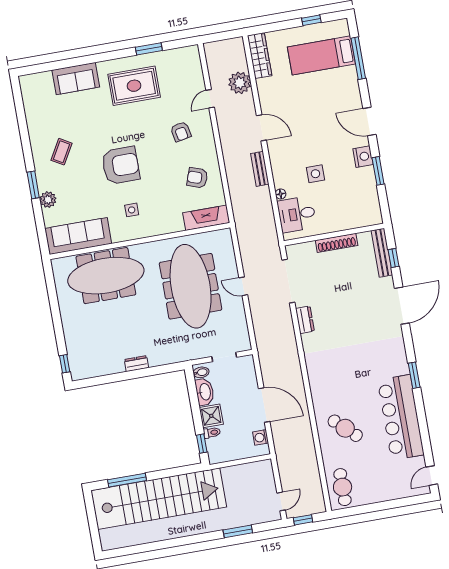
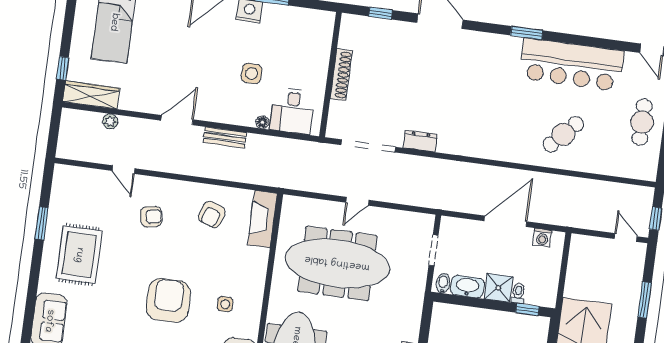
window: (311, 20) -> (62, 68), moved
plant: (240, 83) -> (110, 121), width x0.53, depth x0.53
bench: (382, 253) -> (370, 25), removed
cafe table: (343, 487) -> (642, 122), moved, turned 90

